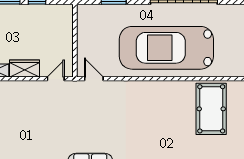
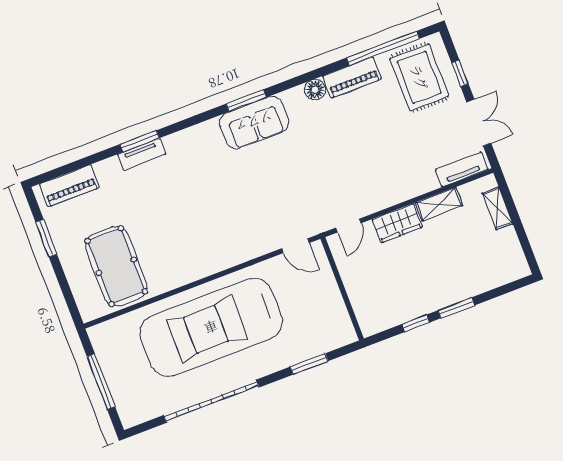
car: (166, 48) -> (211, 327), turned 180

